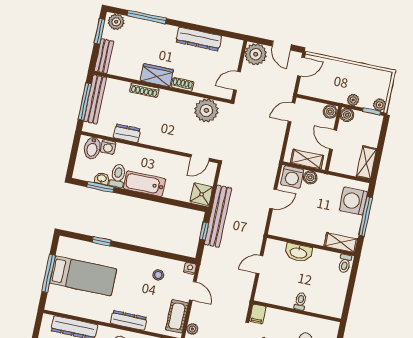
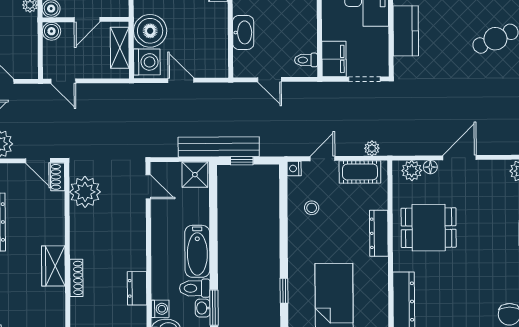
shoe rack: (183, 84) -> (58, 177), moved
boiler: (310, 177) -> (150, 31), width x1.86, depth x1.86
toilet: (300, 301) -> (306, 60), moved
filing cabinet: (258, 314) -> (334, 59), width x2.00

